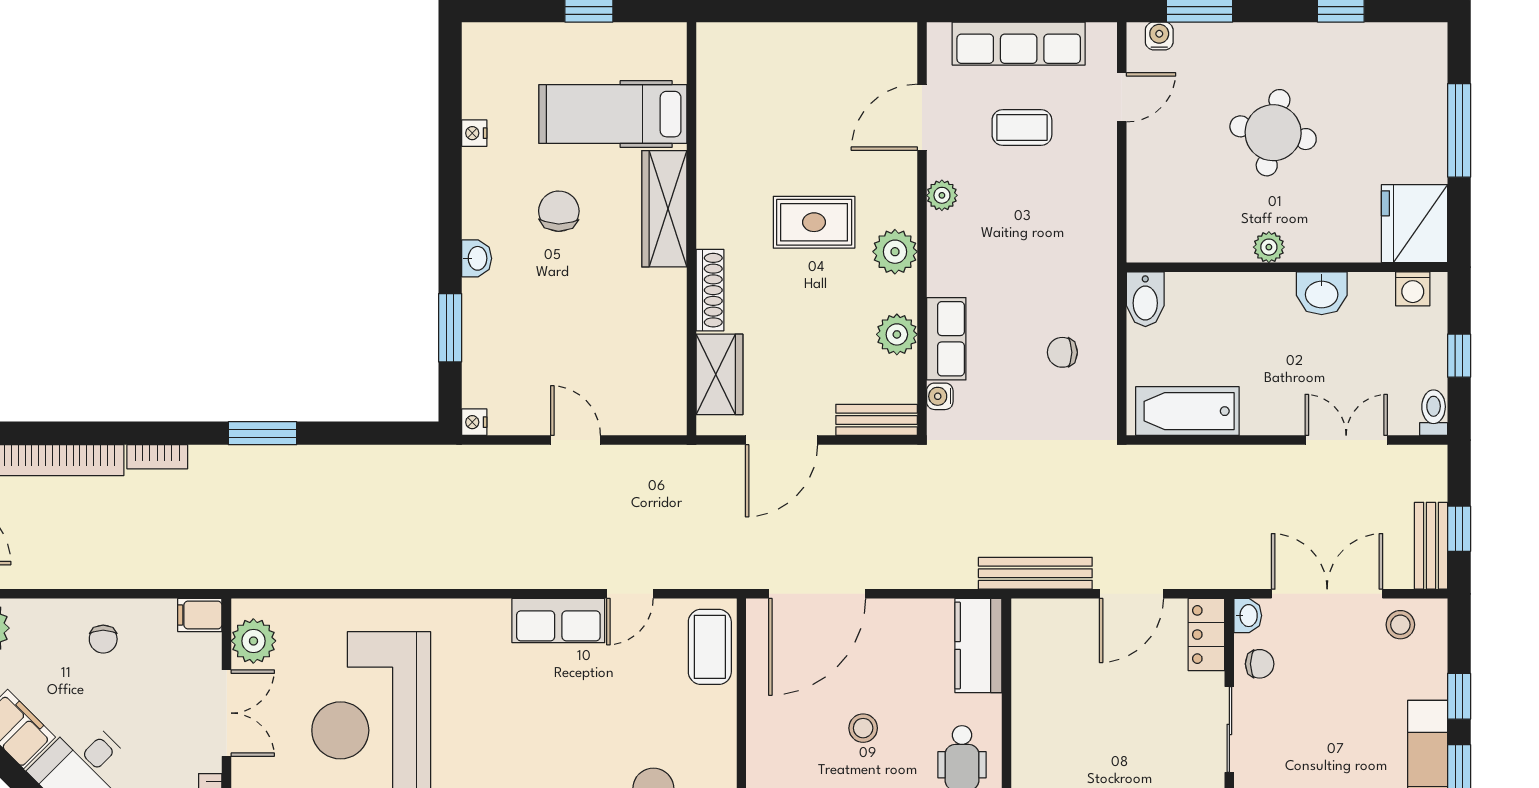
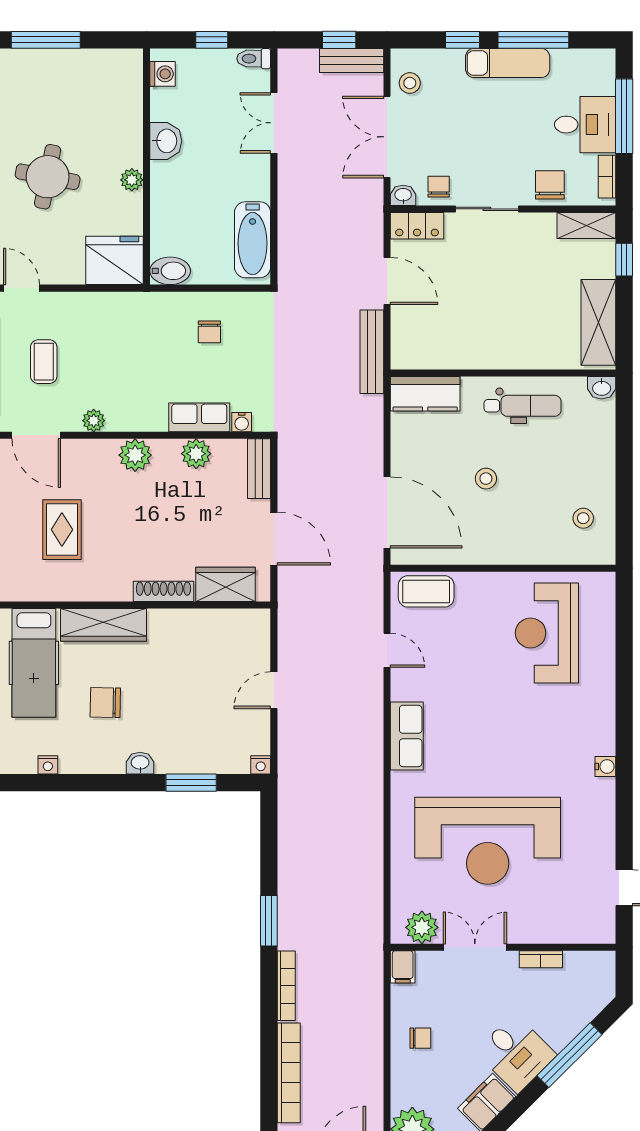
rug: (814, 222) -> (62, 530), moved
fridge: (1415, 224) -> (114, 260), moved, turned 180
bookcase: (157, 457) -> (286, 986), width x1.56
row of seats: (558, 621) -> (407, 736), moved

